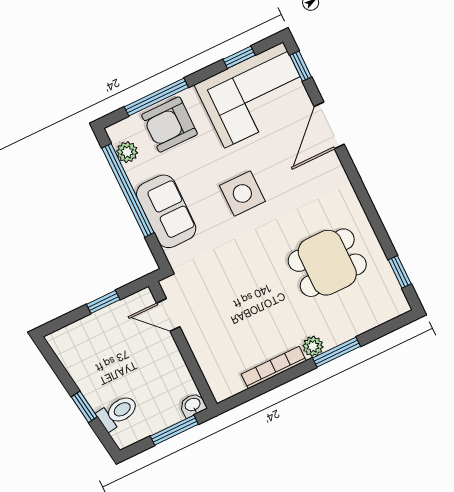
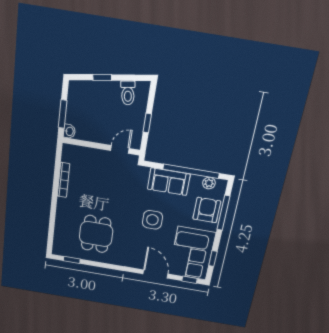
plant: (313, 346) -> (62, 203), removed
window: (336, 352) -> (53, 211), removed
toilet: (118, 412) -> (128, 93), moved

